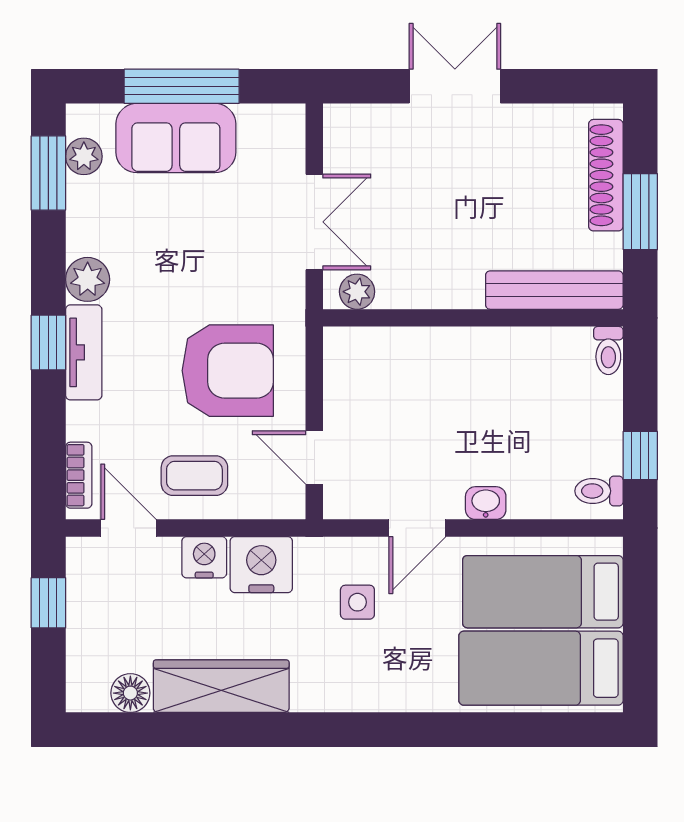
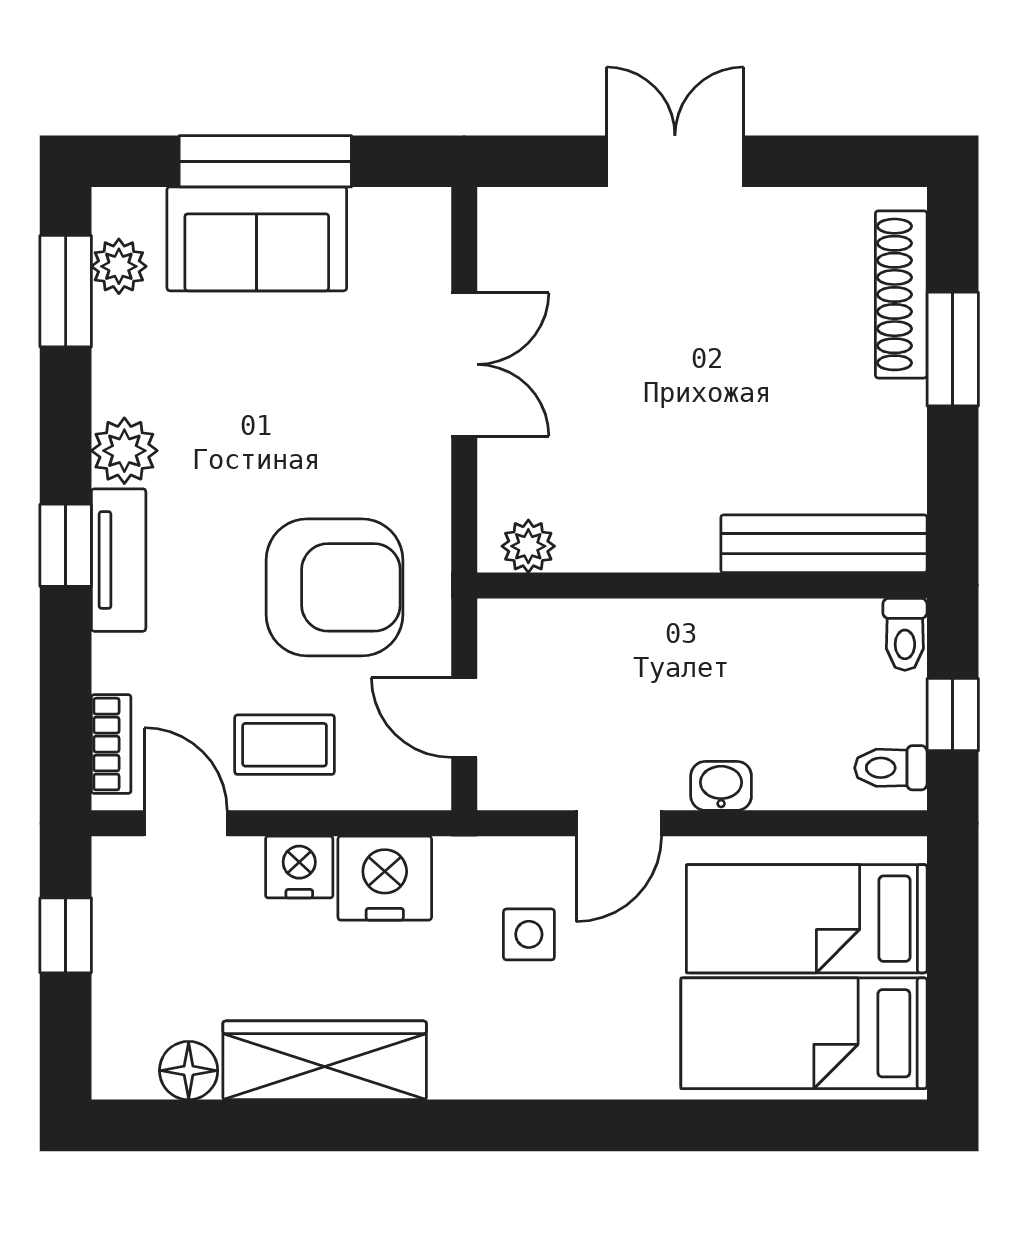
bench: (554, 290) -> (824, 544), moved
plant: (357, 292) -> (528, 546), moved
wall: (473, 318) -> (702, 585), moved
toilet: (608, 350) -> (905, 634), moved

